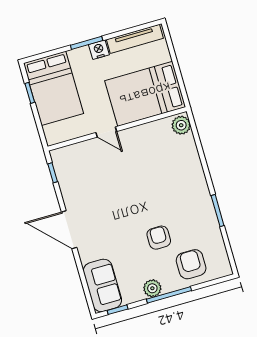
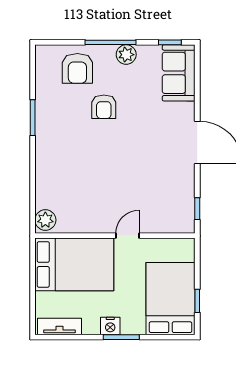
tv unit: (135, 39) -> (59, 326), width x0.71
door: (106, 132) -> (128, 236), hinge flipped

